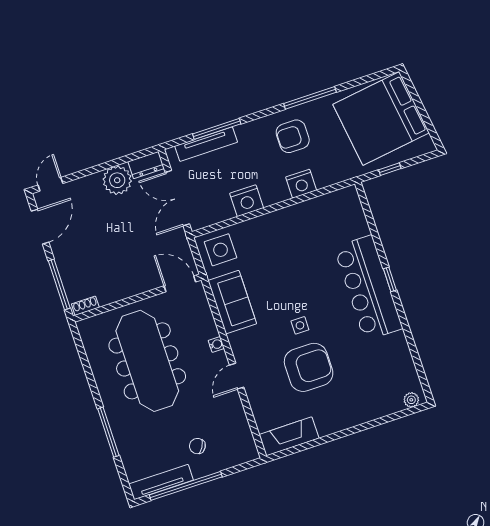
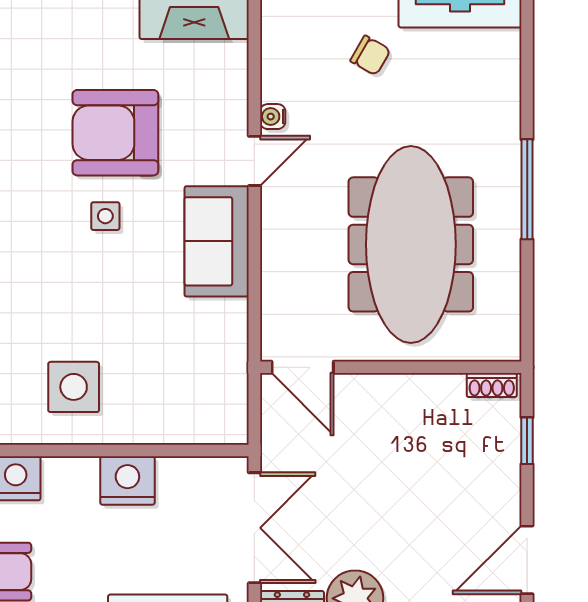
side table: (221, 250) -> (74, 387), moved
window: (59, 284) -> (527, 441), width x0.46
sofa: (232, 302) -> (217, 241), moved
water cooler: (216, 344) -> (273, 117), moved
window: (108, 432) -> (527, 189), moved

